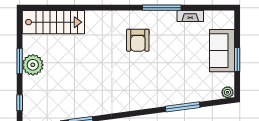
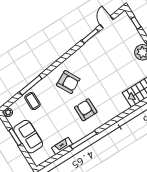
armchair: (138, 84) -> (68, 82), added
coffee table: (192, 88) -> (32, 101), added

